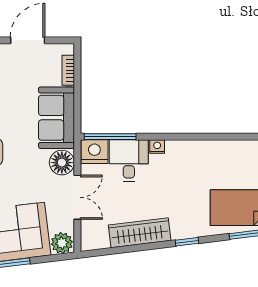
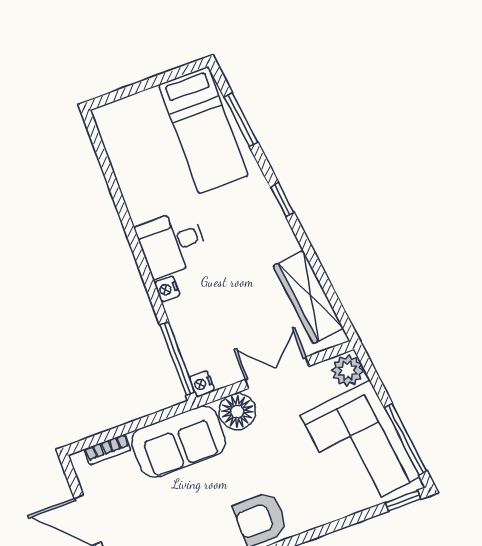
nightstand: (94, 152) -> (202, 384), width x0.53, depth x0.56
desk: (129, 160) -> (172, 243), moved
wardrobe: (140, 233) -> (308, 297), moved

